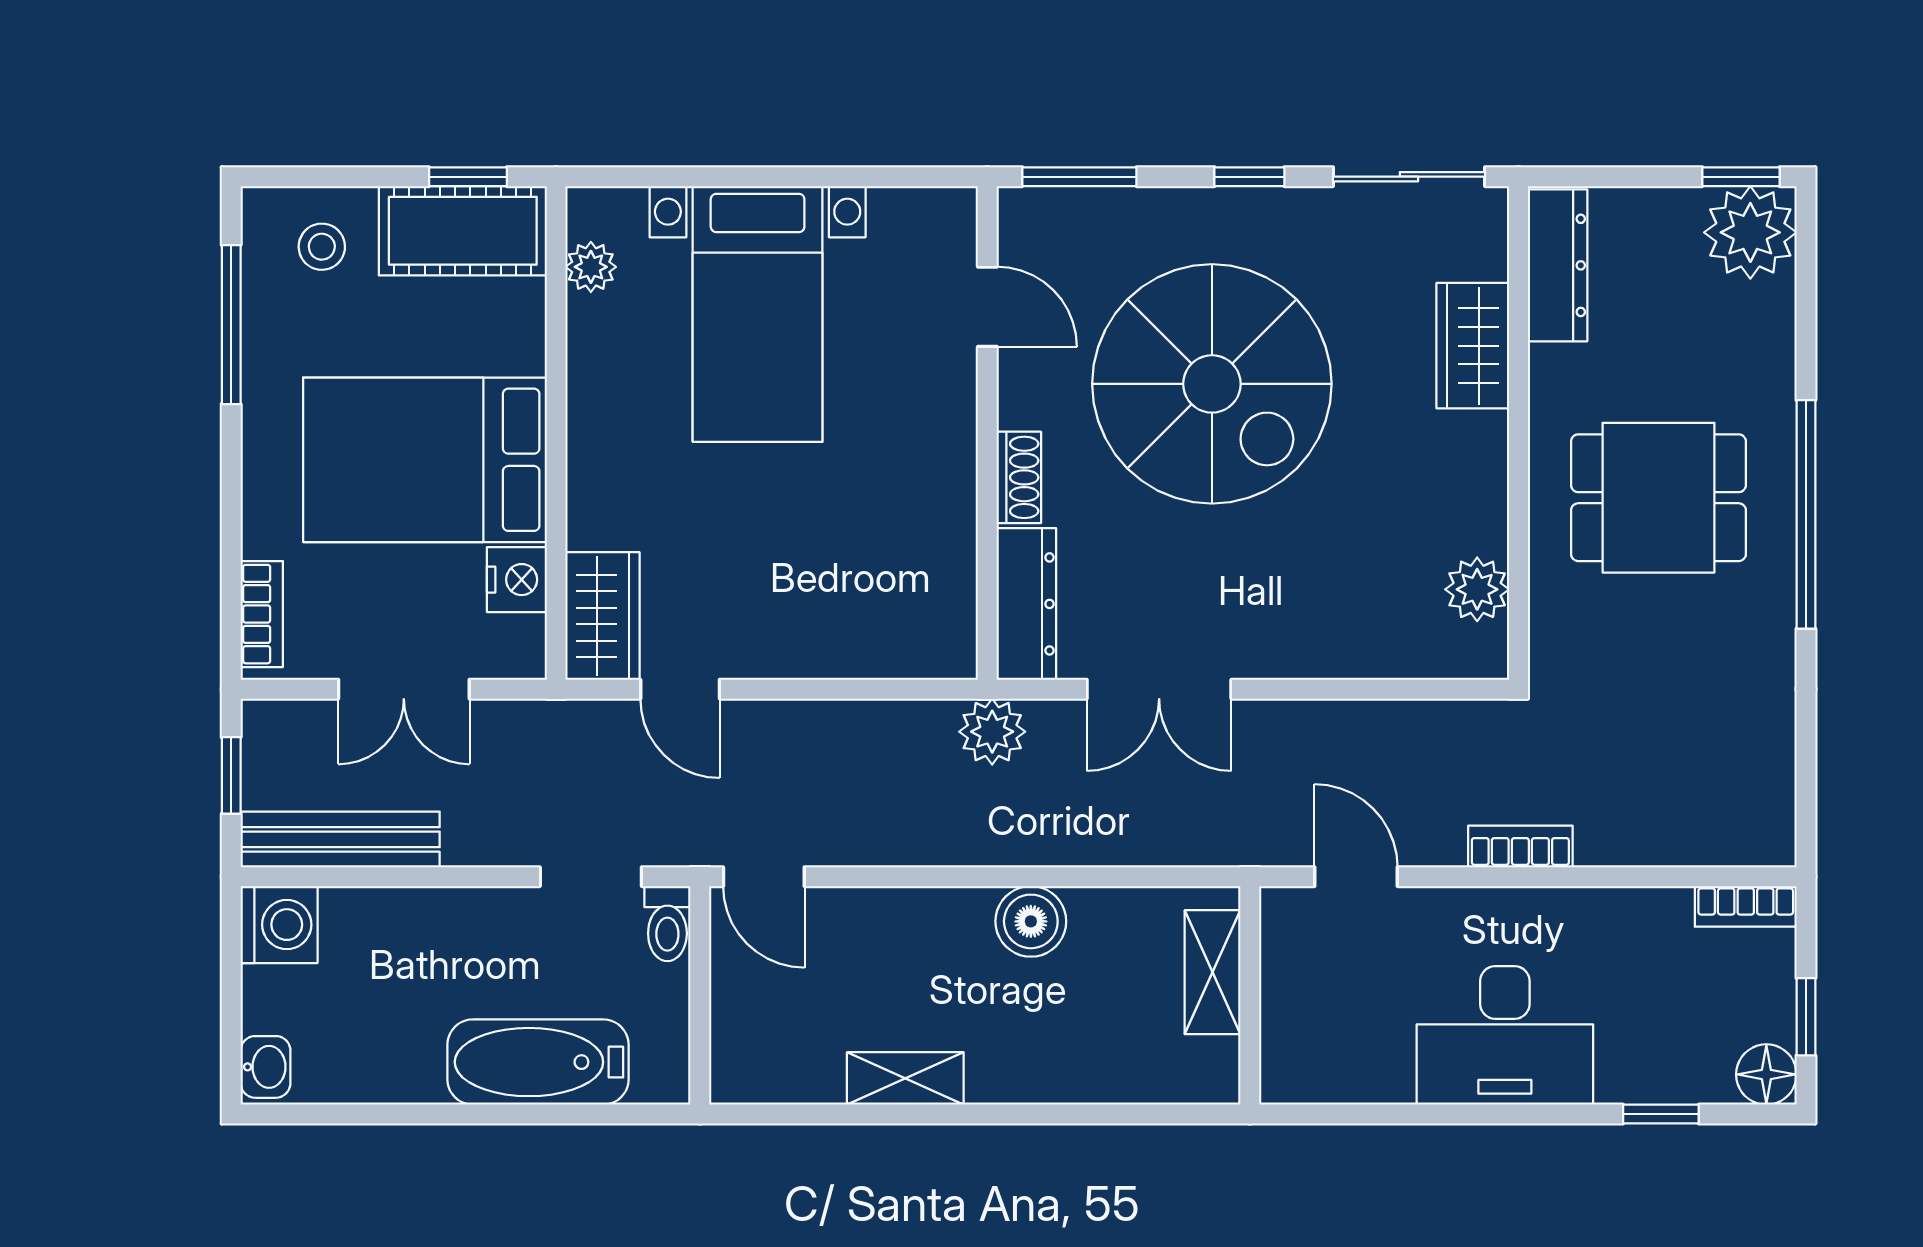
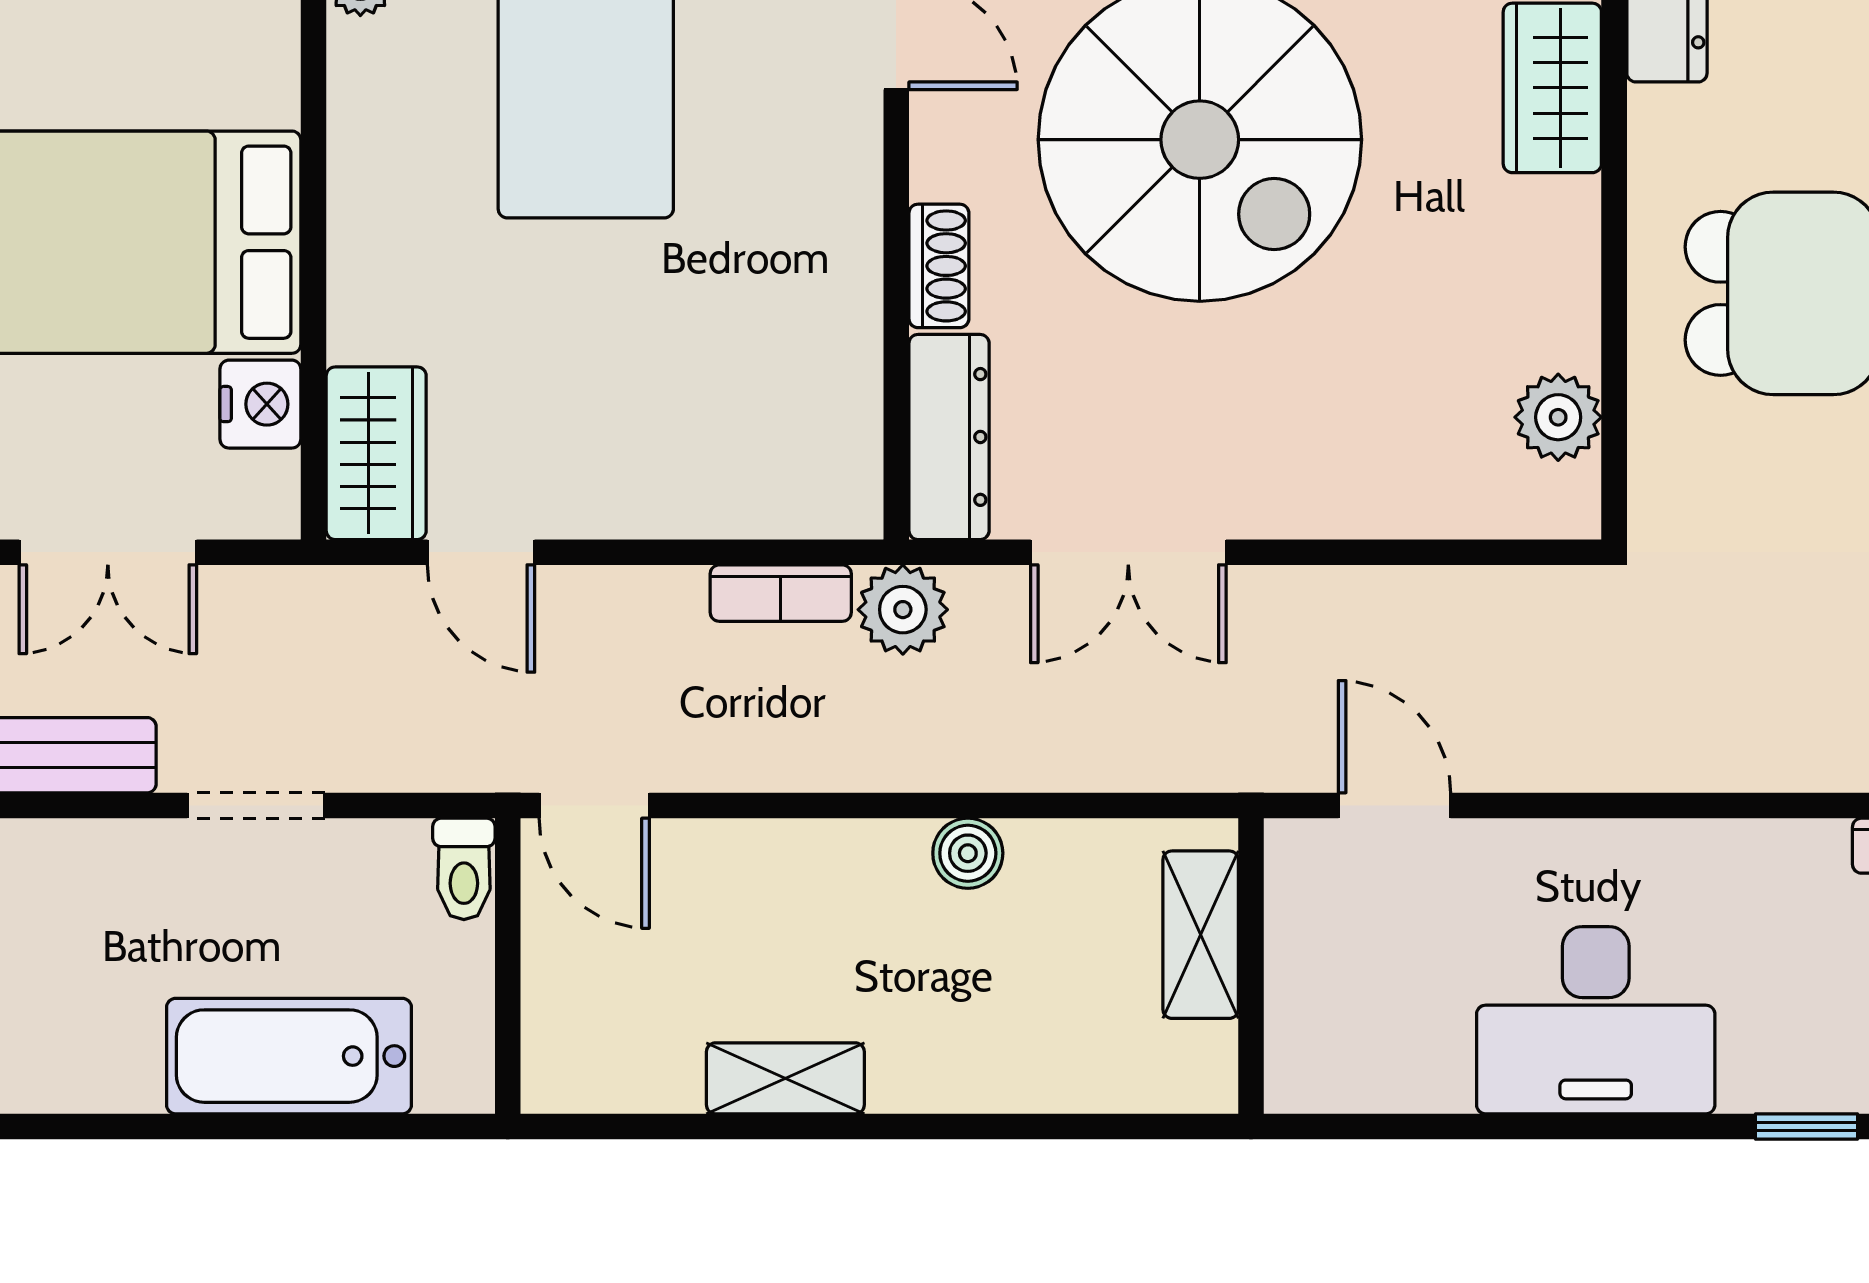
bookcase: (1520, 846) -> (781, 593), moved, turned 180
doorway: (591, 877) -> (256, 806), moved
boiler: (1031, 921) -> (968, 853), width x0.73, depth x0.73

